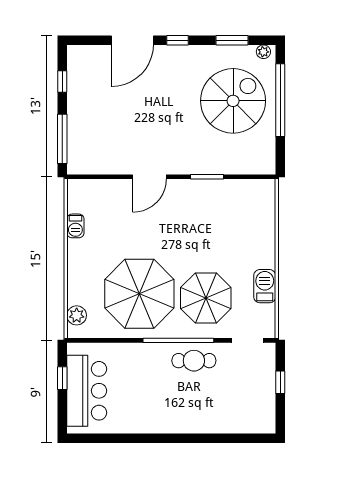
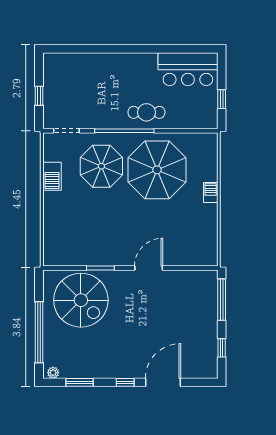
spiral stairs: (233, 101) -> (81, 300), moved, turned -90
barbecue: (75, 226) -> (211, 192), moved
plant: (77, 315) -> (210, 152), removed
cafe table: (194, 361) -> (146, 112), moved
bar counter: (87, 391) -> (188, 69), moved, turned -90

